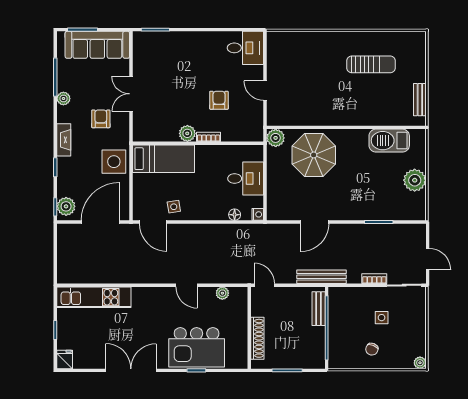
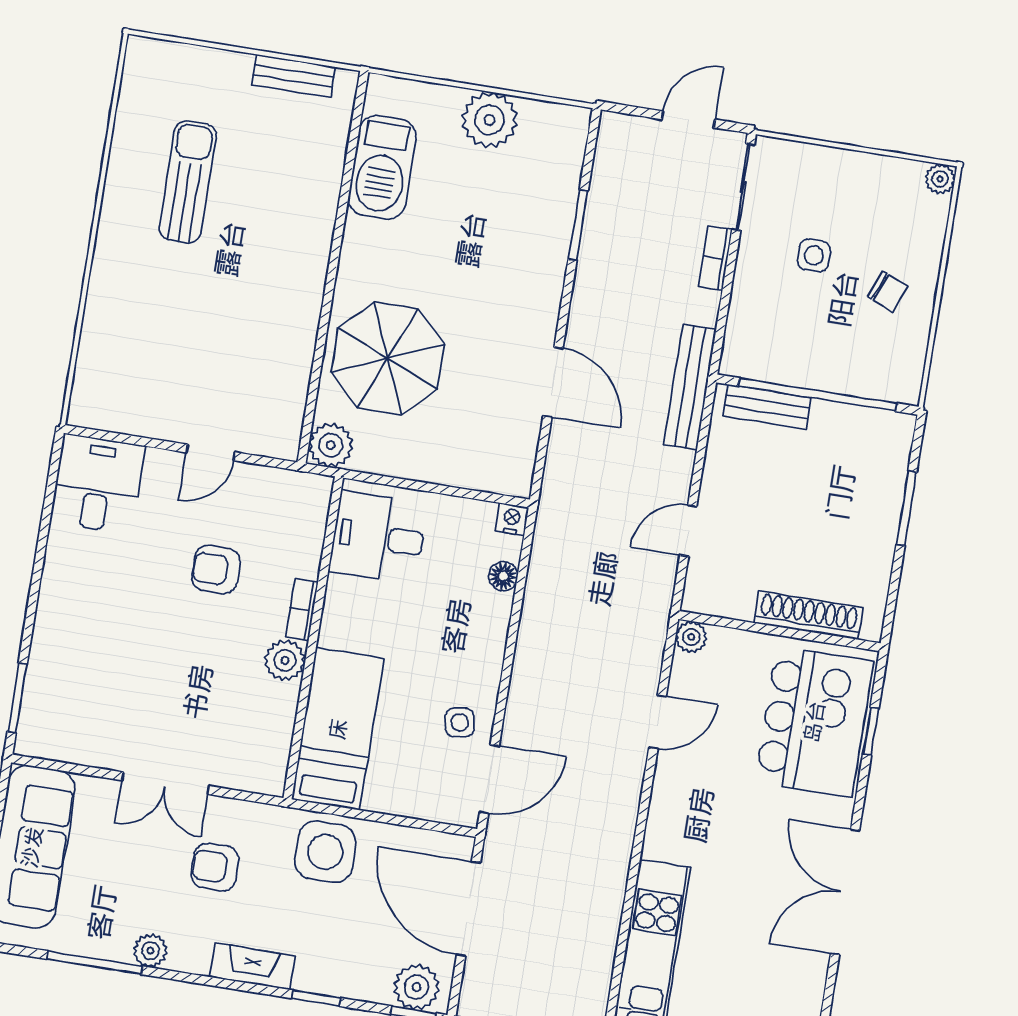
desk: (246, 179) -> (378, 537), moved, turned -90
wall: (249, 328) -> (779, 631), moved
shoe rack: (257, 338) -> (809, 615), moved

